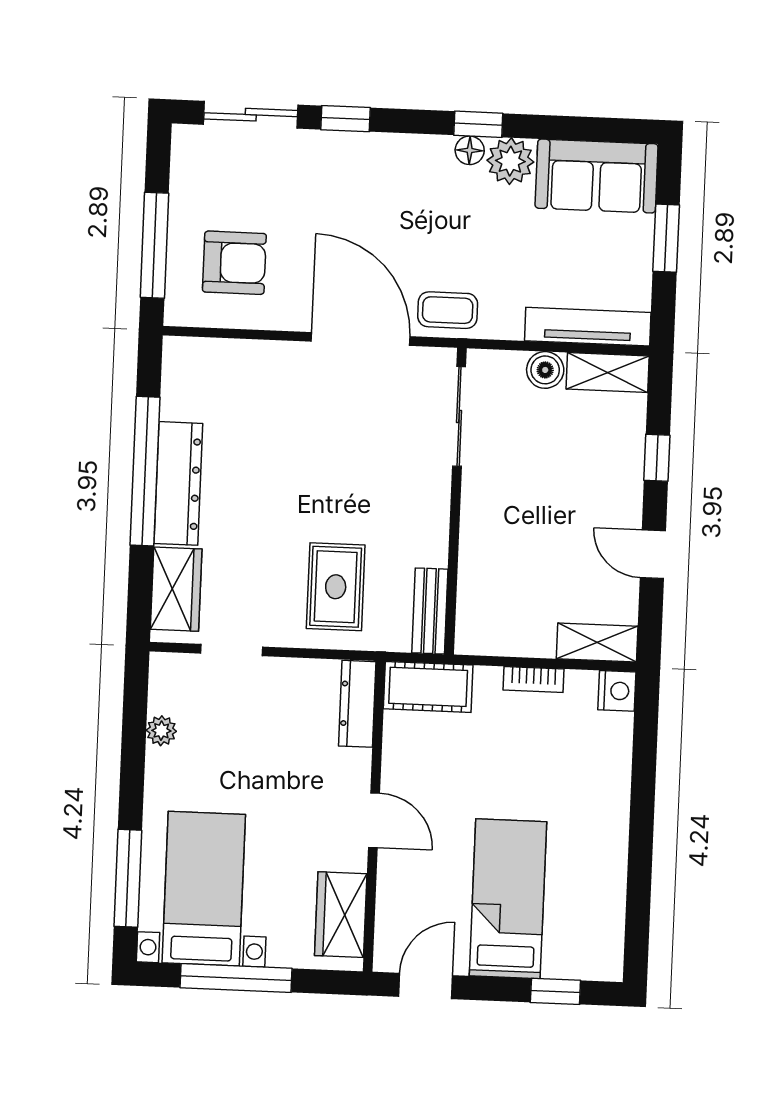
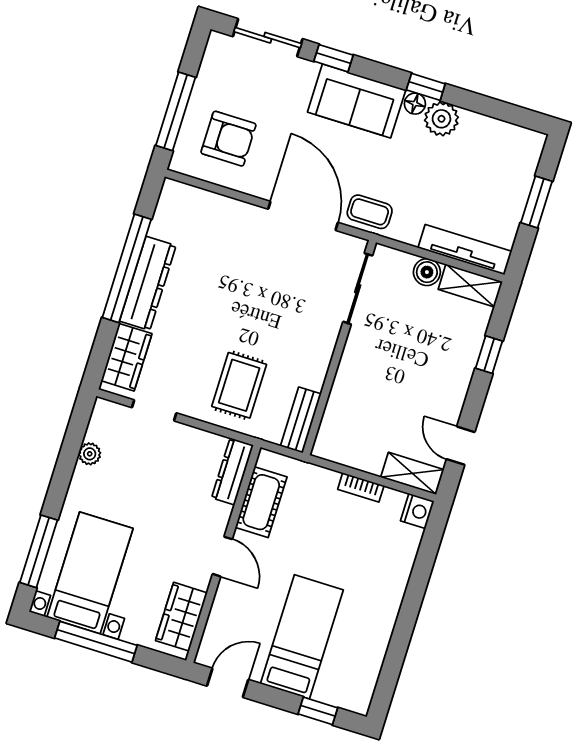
sofa: (597, 176) -> (357, 101), moved
door: (653, 554) -> (461, 446), moved
cot: (428, 687) -> (261, 502), moved, turned 90

